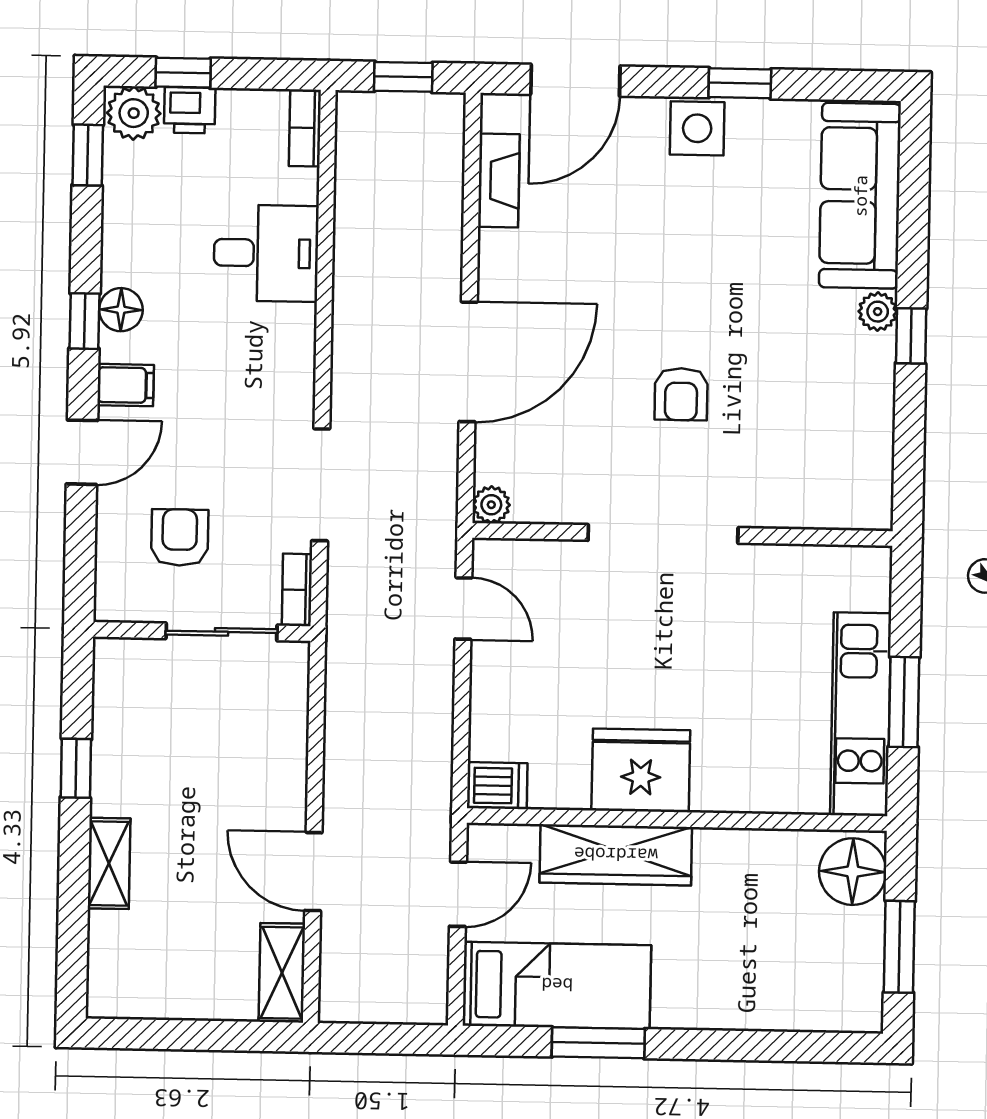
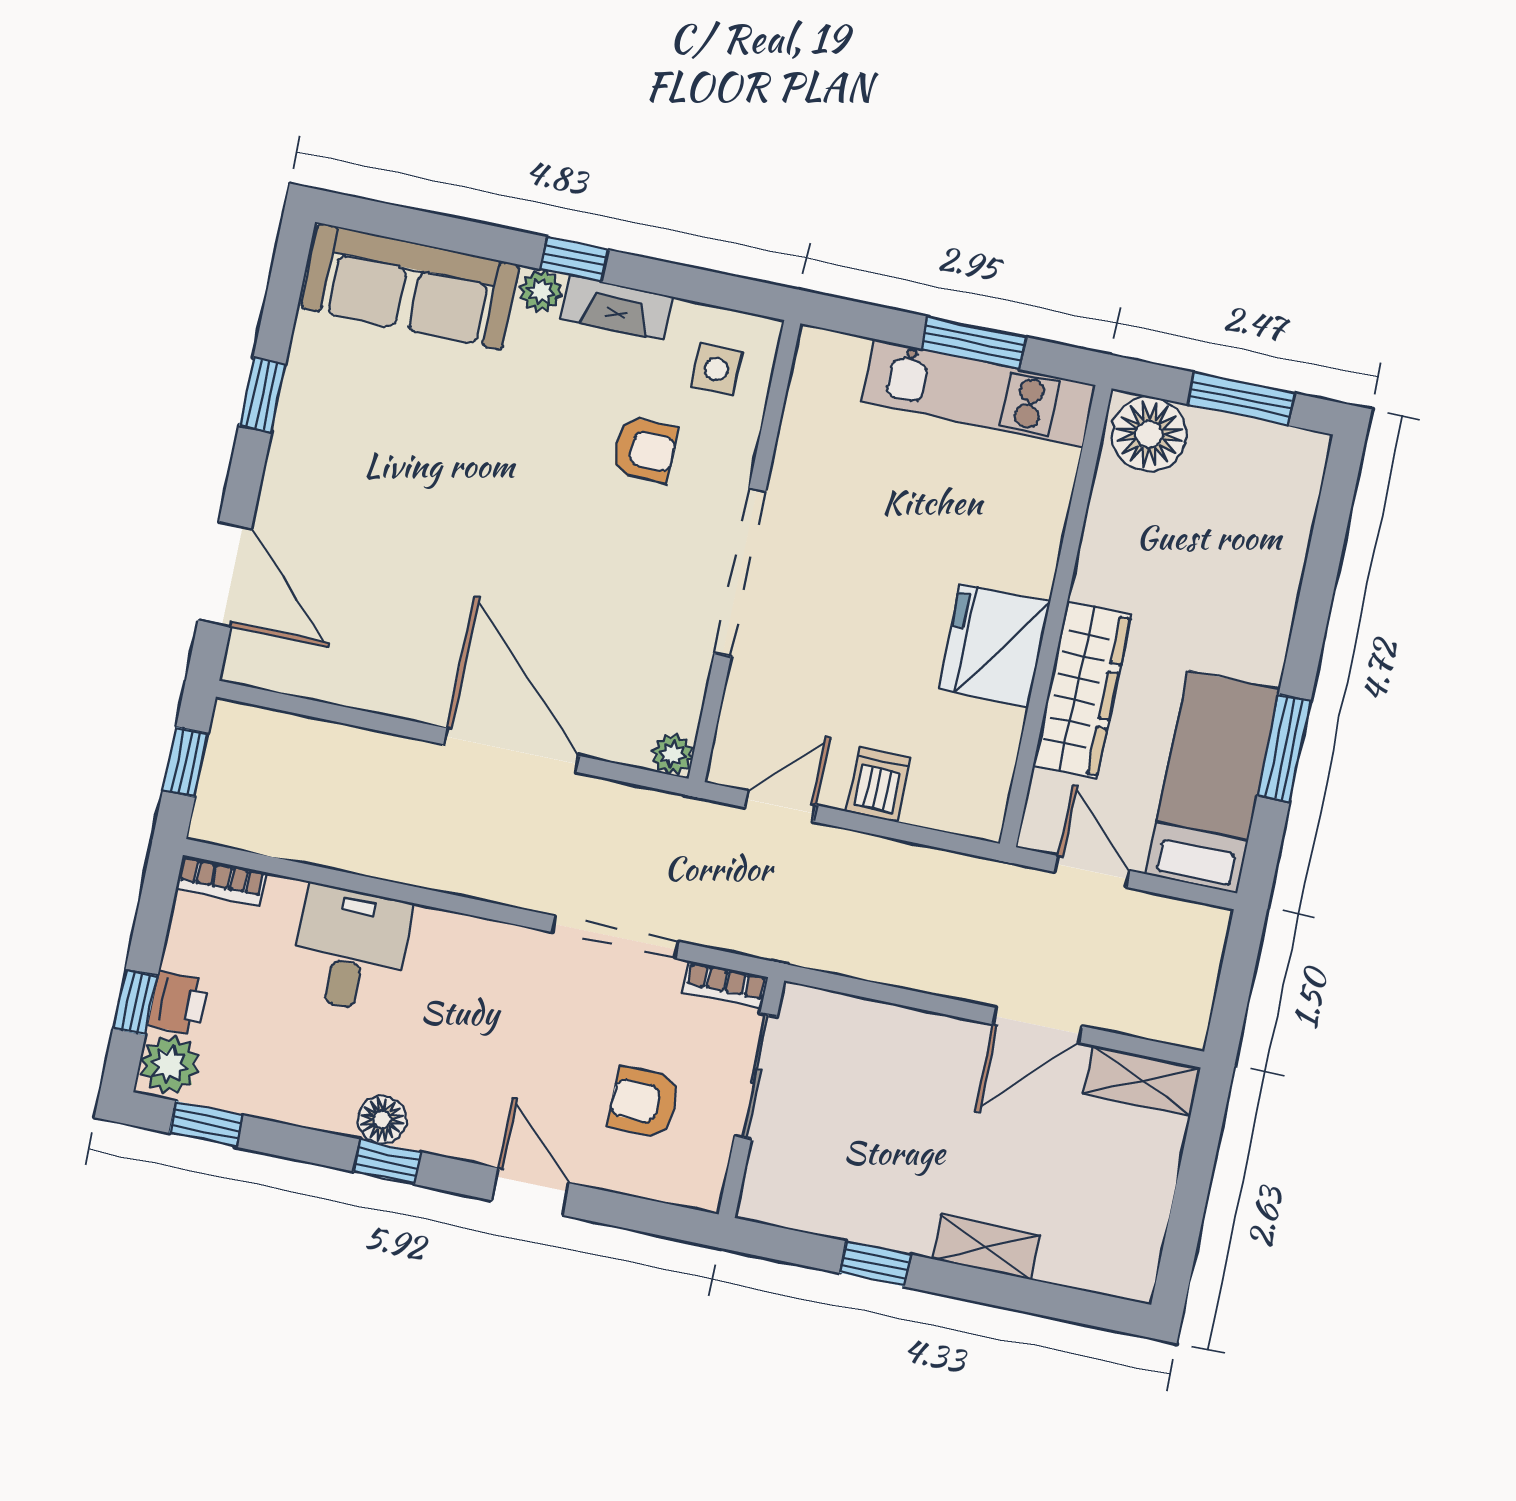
side table: (697, 128) -> (716, 369), moved, width x0.73, depth x0.73
fireplace: (499, 180) -> (617, 308), moved, turned 180
filing cabinet: (126, 385) -> (466, 1130), removed
armchair: (681, 394) -> (644, 450), moved
dishwasher: (497, 786) -> (878, 784), moved

